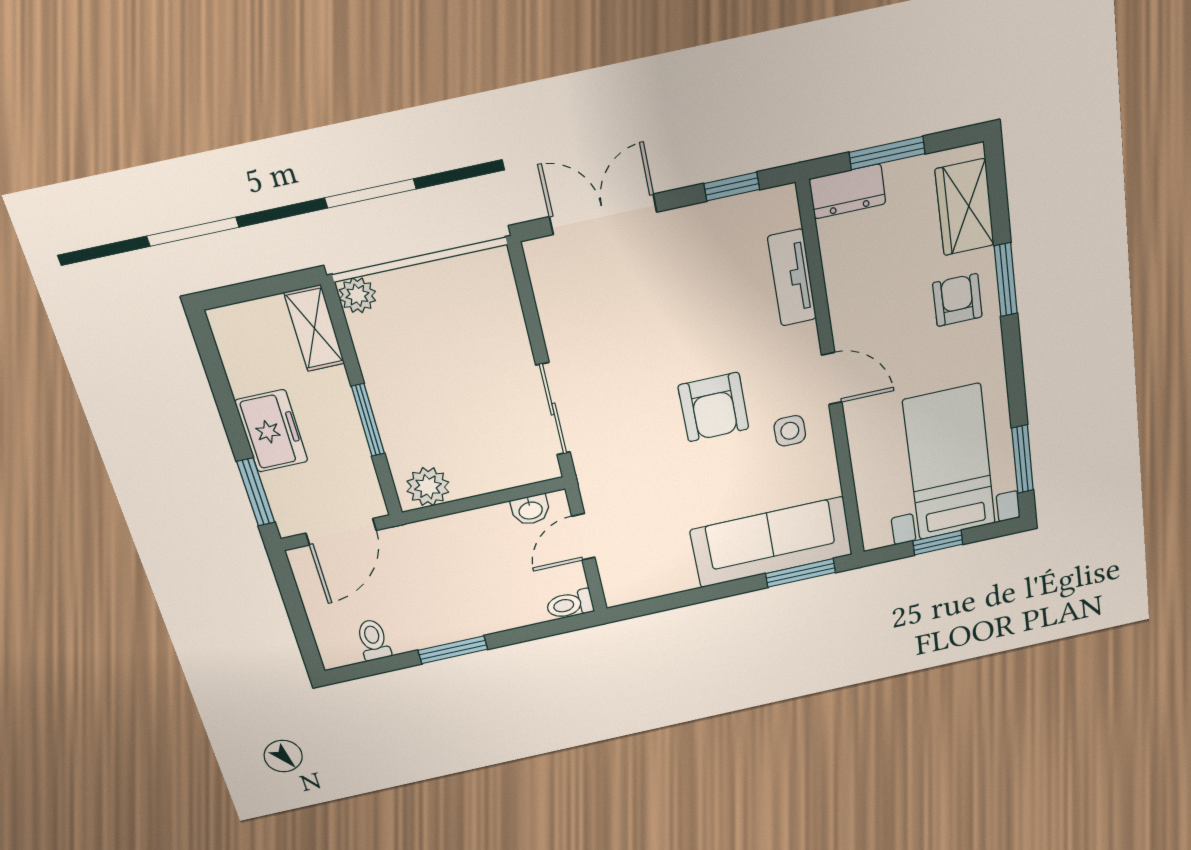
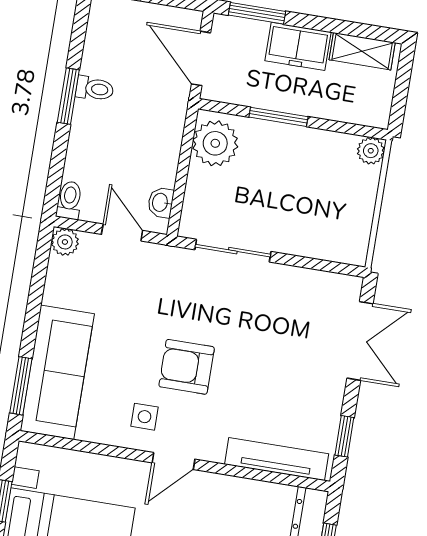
tv unit: (792, 278) -> (277, 459), width x1.41
shelving: (314, 328) -> (362, 51), moved
plant: (428, 487) -> (215, 143), width x1.36, depth x1.36
plant: (619, 591) -> (65, 242), added
toilet: (373, 640) -> (95, 89), moved

